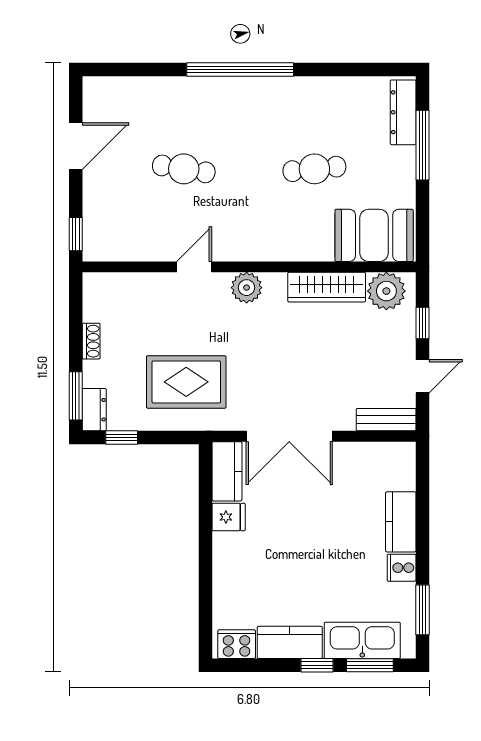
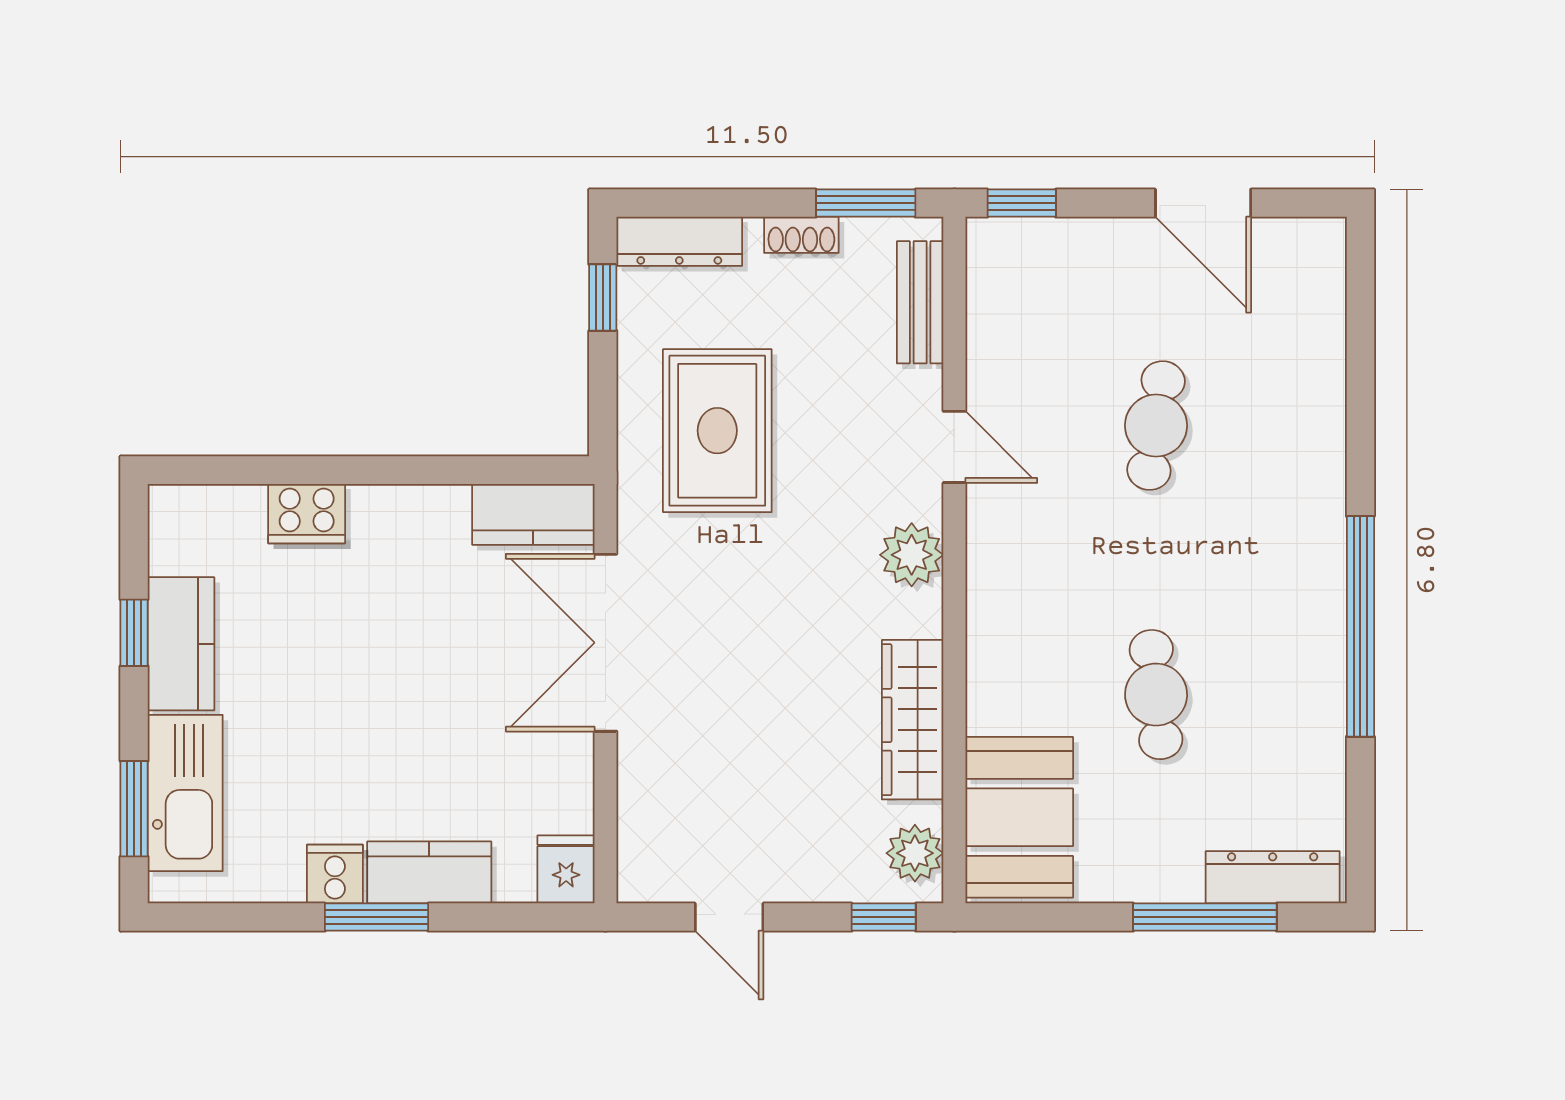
window: (240, 70) -> (1360, 626), moved
plant: (386, 291) -> (915, 853), width x0.73, depth x0.73
window: (422, 323) -> (884, 917), moved
window: (76, 396) -> (866, 203), moved
dresser: (94, 410) -> (679, 241), width x1.44
bench: (386, 420) -> (920, 302), moved
fridge: (229, 517) -> (566, 869), moved, turned 180
window: (422, 610) -> (376, 917), moved
cooker: (237, 644) -> (307, 514), moved, turned 90
window: (317, 665) -> (134, 633), moved

